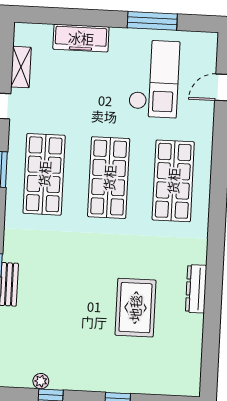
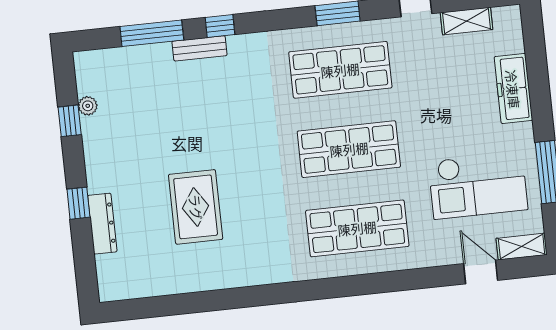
shelving: (209, 52) -> (522, 247), added
dresser: (196, 289) -> (102, 224), moved, turned 90
rug: (135, 308) -> (196, 207), turned 90

